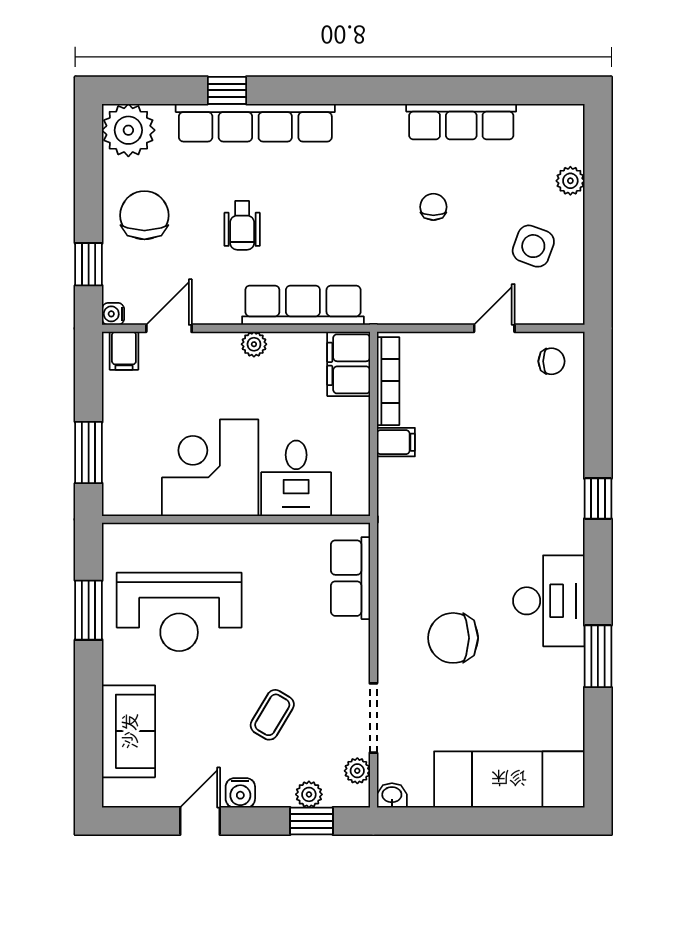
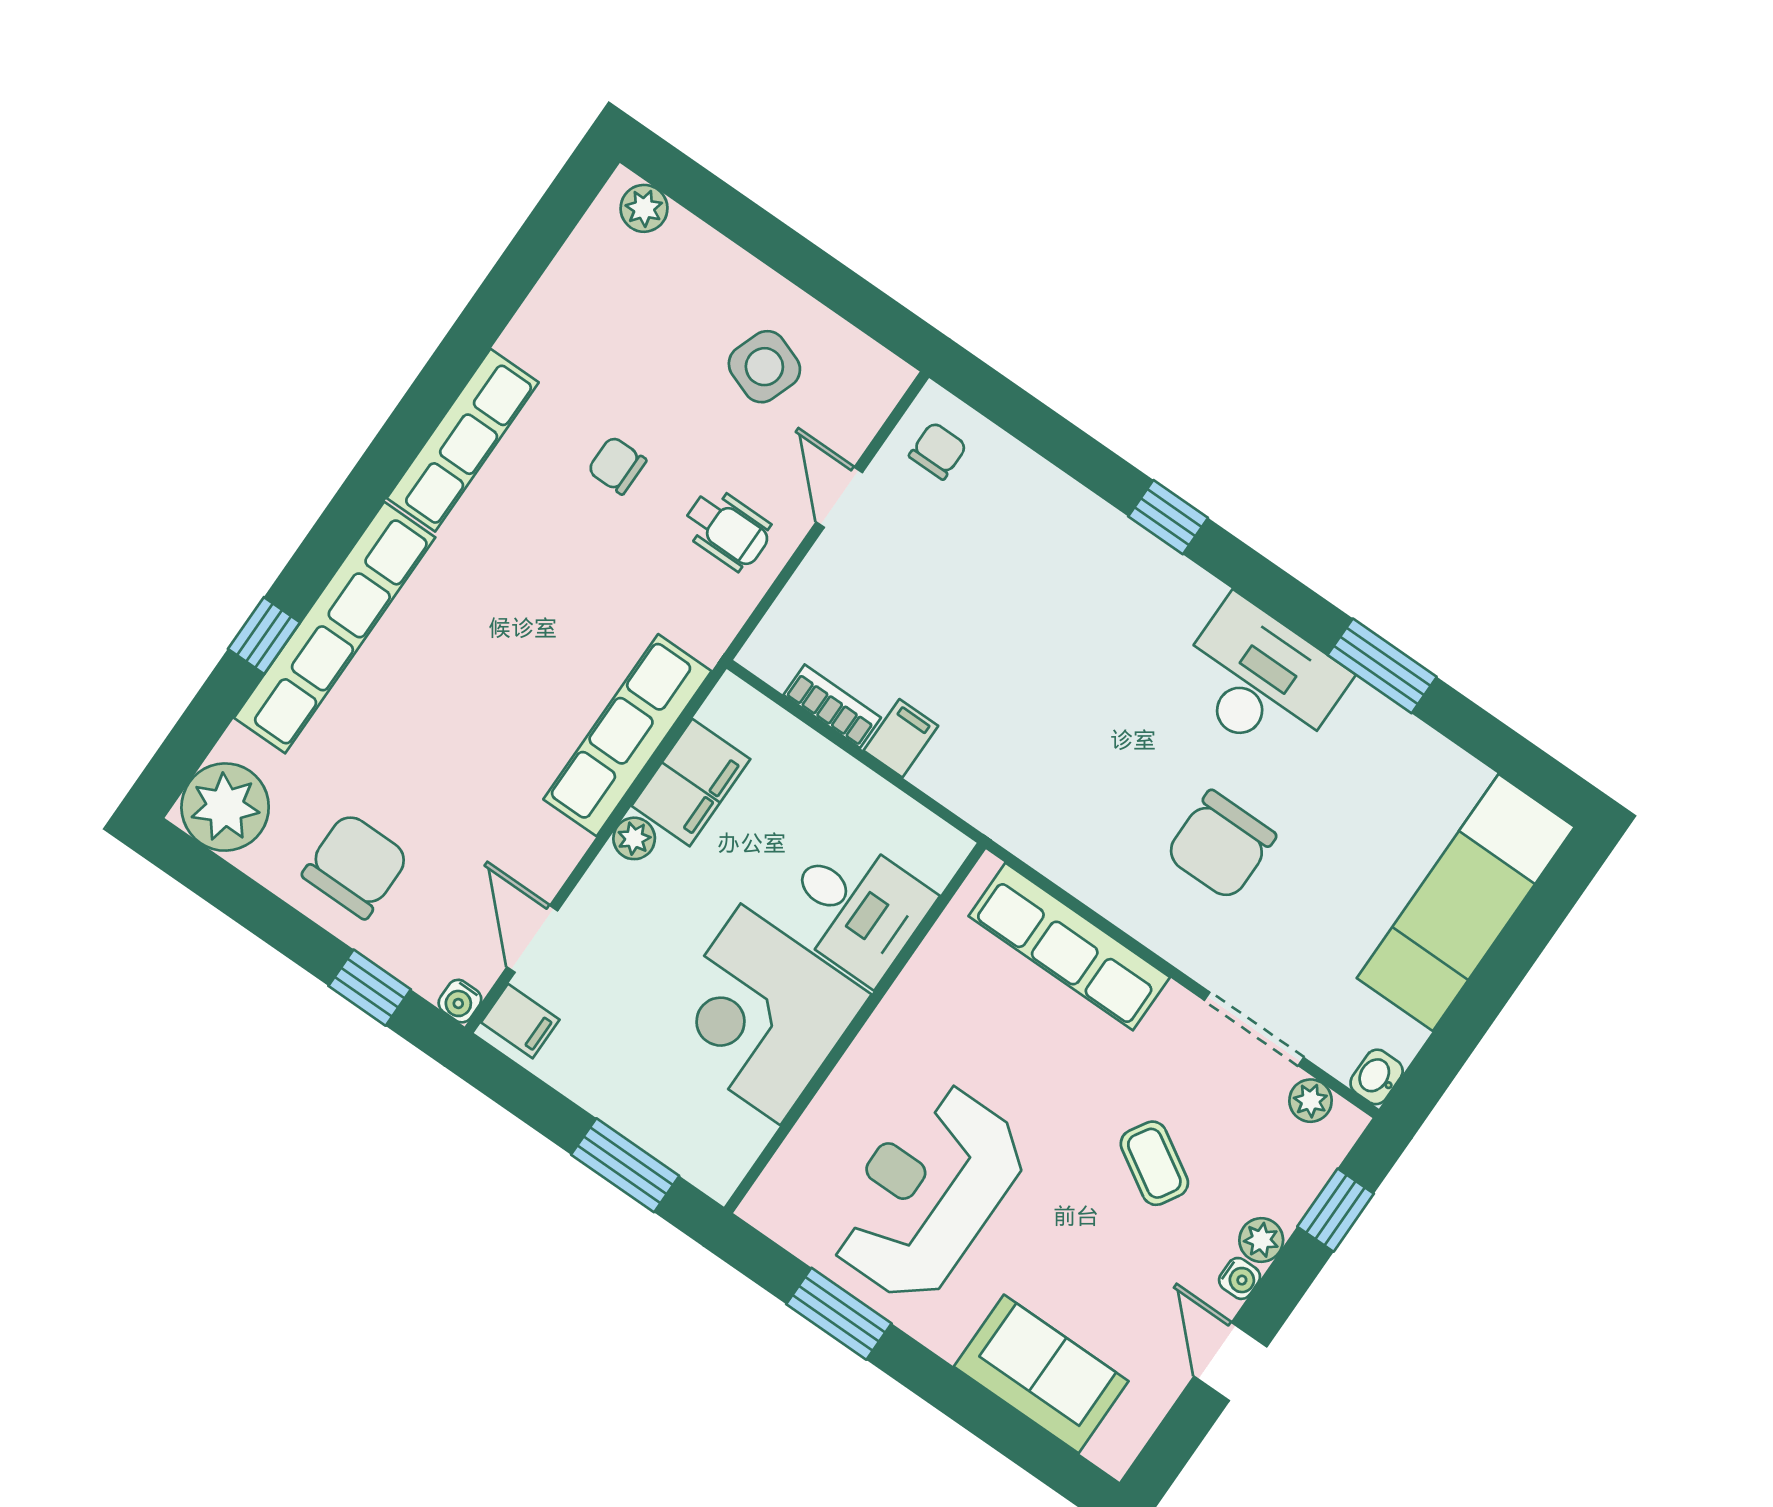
row of seats: (461, 122) -> (463, 440), moved
plant: (570, 181) -> (644, 208), moved
chair: (144, 215) -> (356, 866), turned 90
wheelchair: (242, 225) -> (727, 529), moved
filing cabinet: (349, 364) -> (691, 782), moved, turned -90
bookcase: (388, 381) -> (832, 706), width x0.64
row of seats: (350, 578) -> (1069, 947), width x1.48
reception desk: (179, 612) -> (927, 1193), turned 180
water cooler: (240, 793) -> (1240, 1278), width x0.72, depth x0.72
plant: (309, 794) -> (1261, 1240), moved

